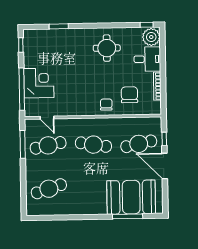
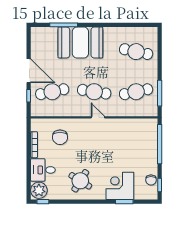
round table: (107, 48) -> (80, 181), turned 32
corner desk: (39, 83) -> (120, 186), moved, turned 90
chair: (106, 104) -> (151, 180), moved
door: (47, 118) -> (98, 117), moved
cafe table: (49, 189) -> (136, 52), turned 30
booth: (131, 197) -> (80, 43), moved

